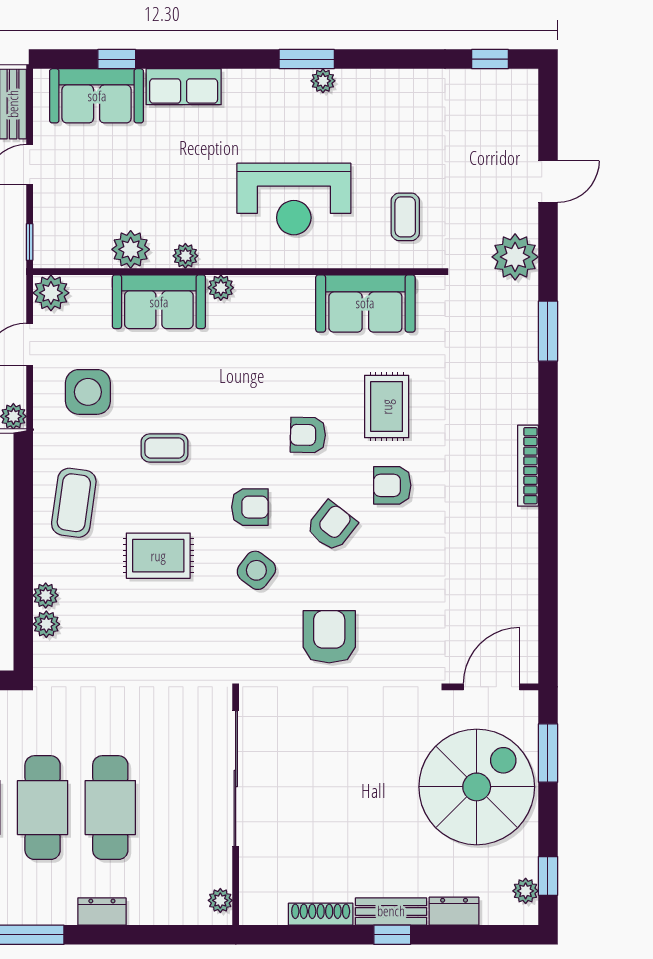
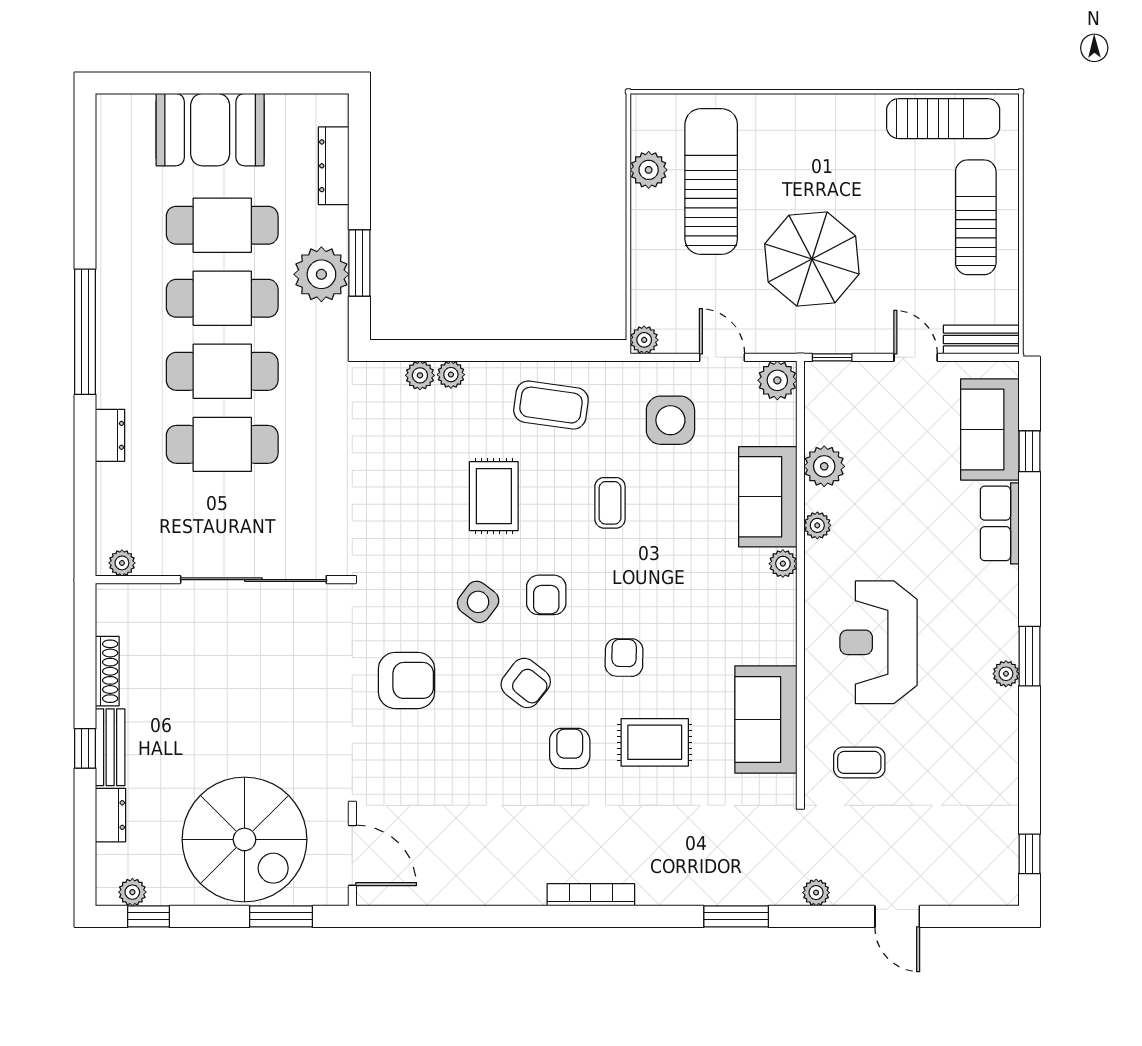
plant: (515, 257) -> (816, 893), width x0.53, depth x0.53

